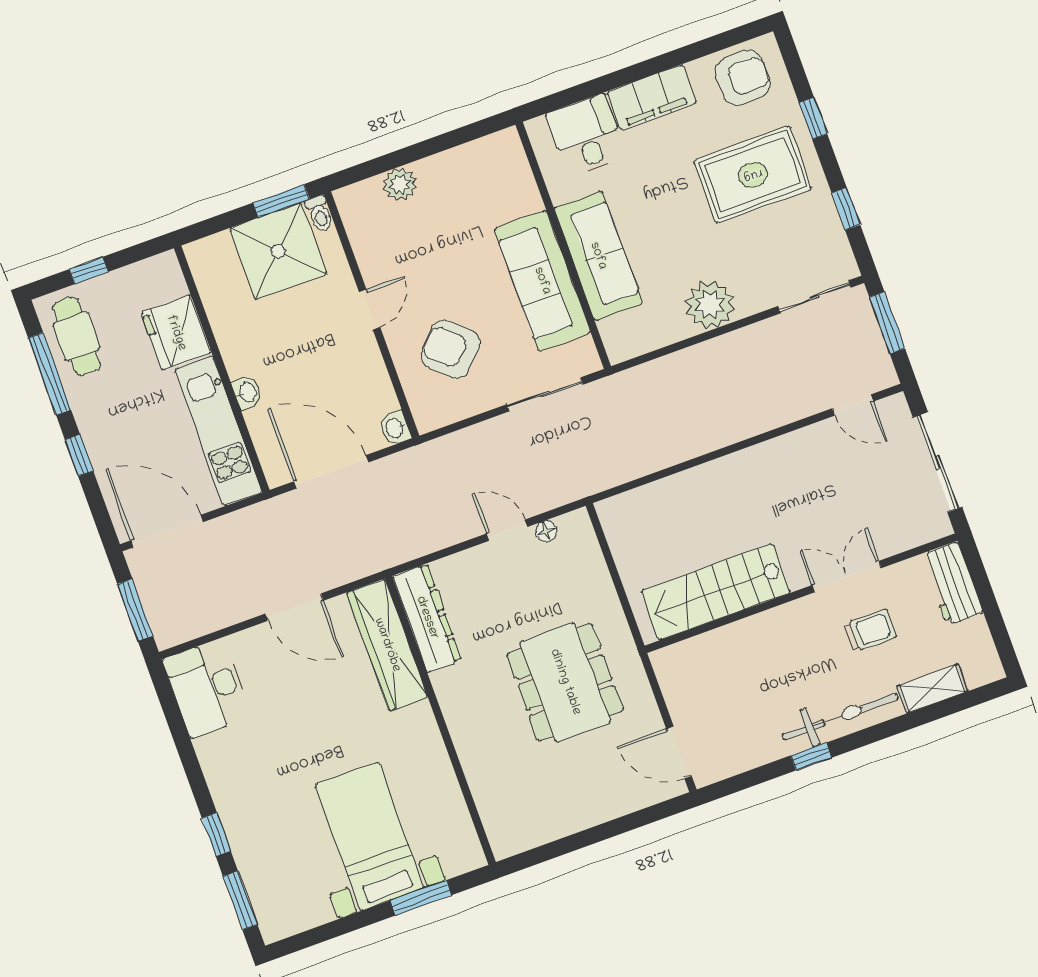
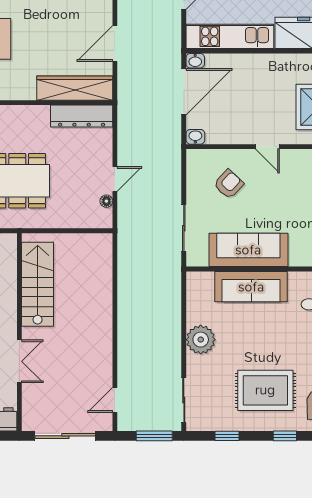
rug: (753, 175) -> (265, 390), turned 90
armchair: (450, 349) -> (229, 184), width x0.72, depth x0.72
washbasin: (247, 392) -> (195, 61), moved

